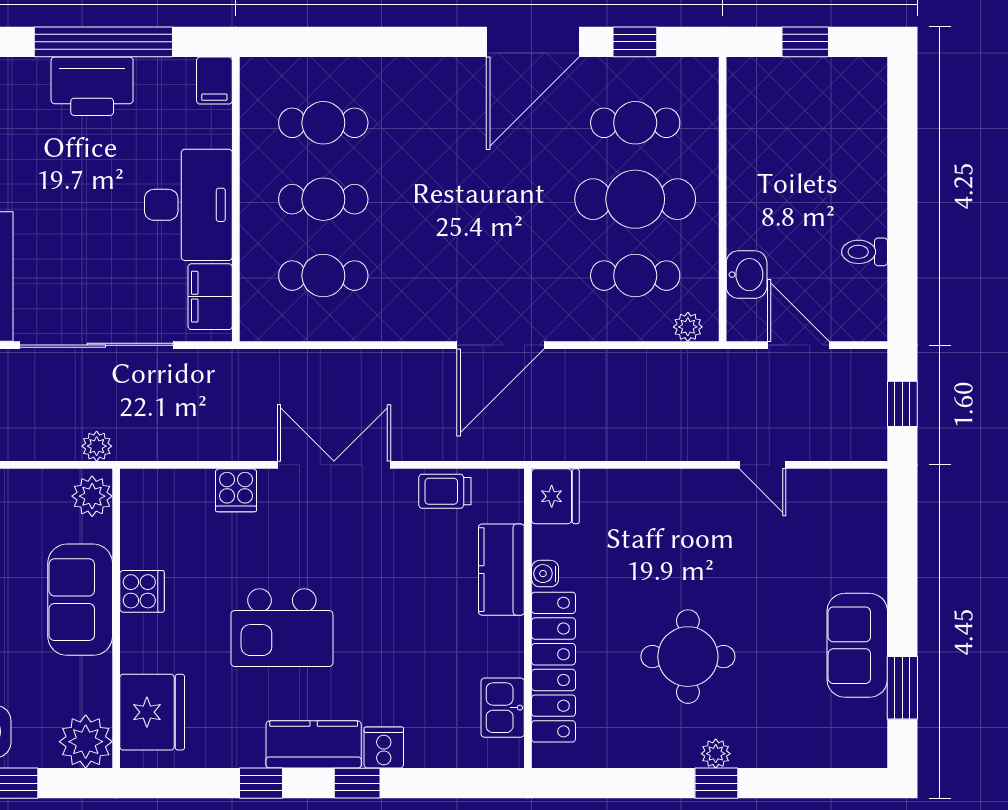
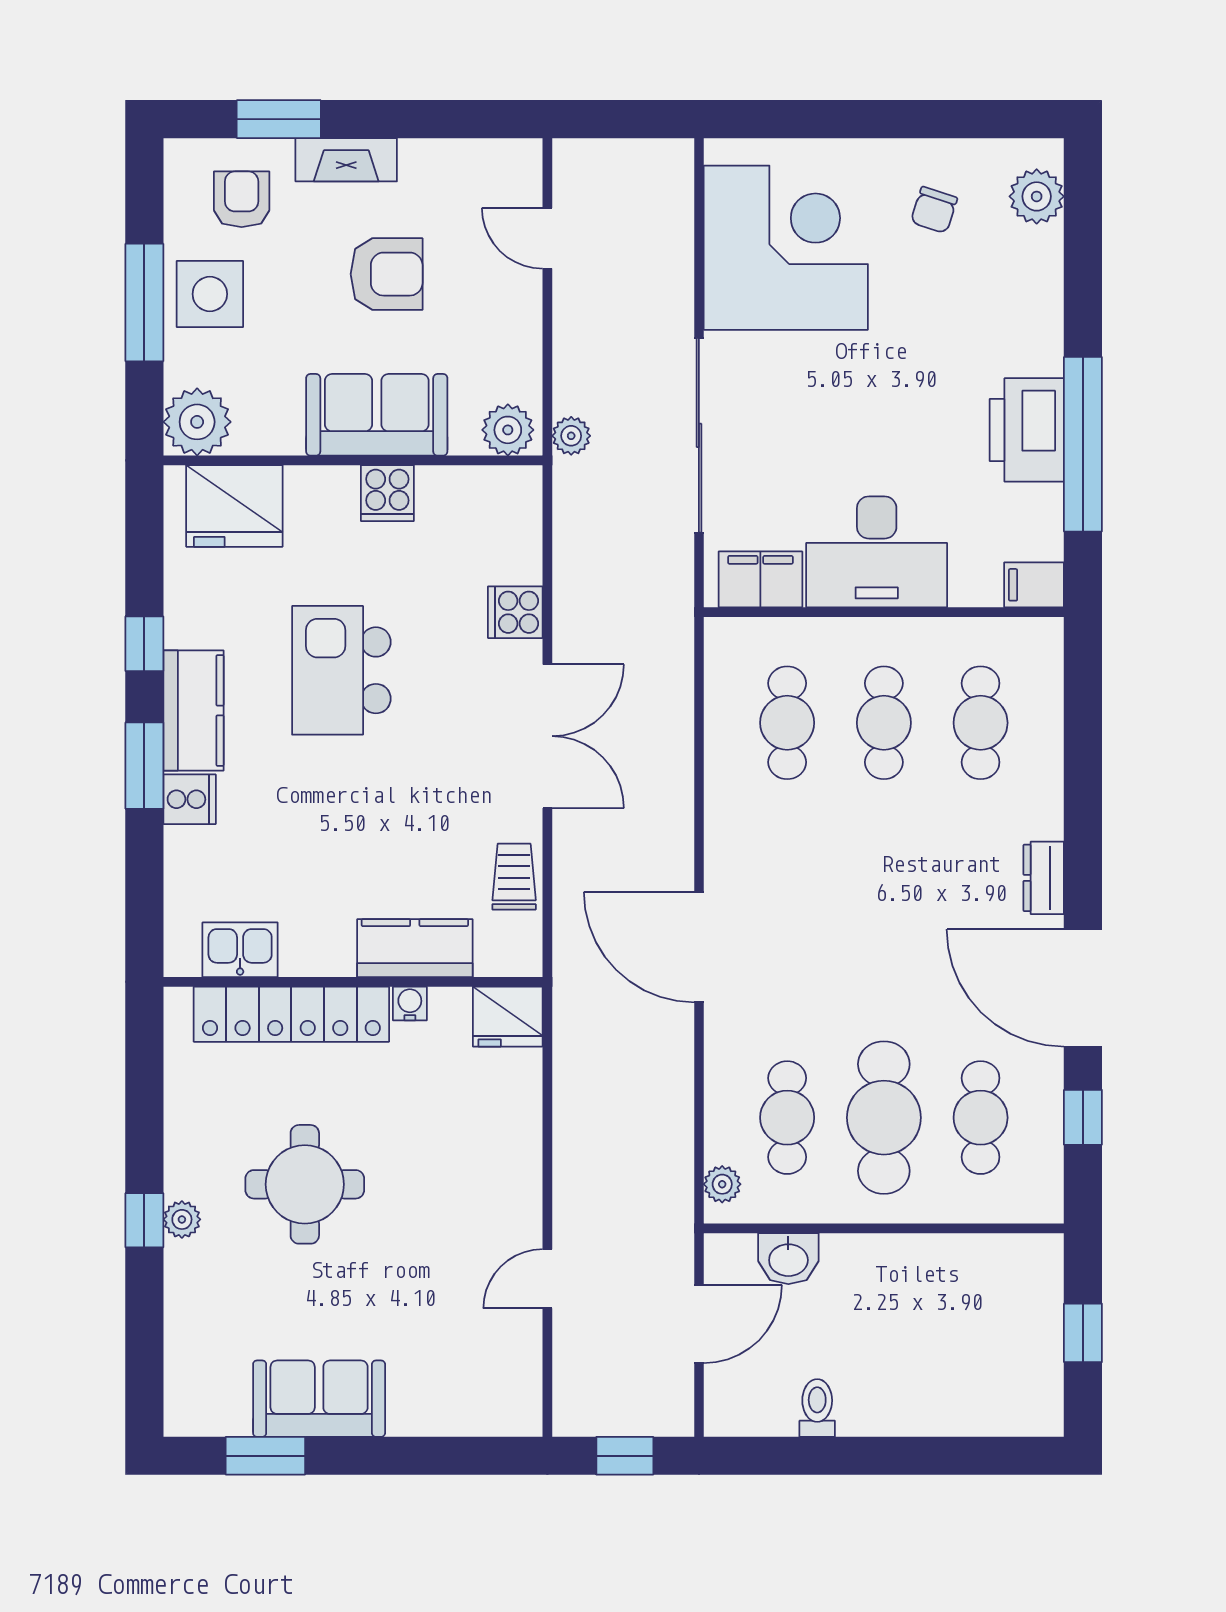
dresser: (446, 73) -> (1044, 878), added
window: (357, 783) -> (144, 766), width x1.50

